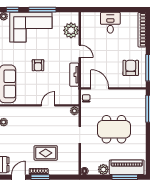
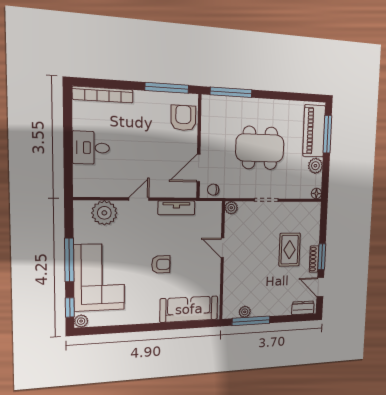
armchair: (131, 68) -> (183, 118), moved, turned 90
dining table: (114, 129) -> (260, 148), turned 90

